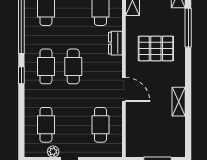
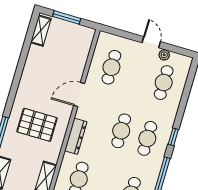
dresser: (115, 43) -> (76, 136), width x1.44
door: (124, 90) -> (79, 94), hinge flipped
shelving: (179, 102) -> (41, 31), moved

